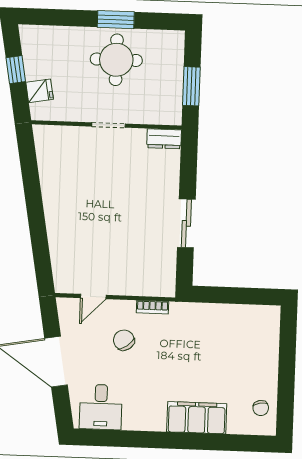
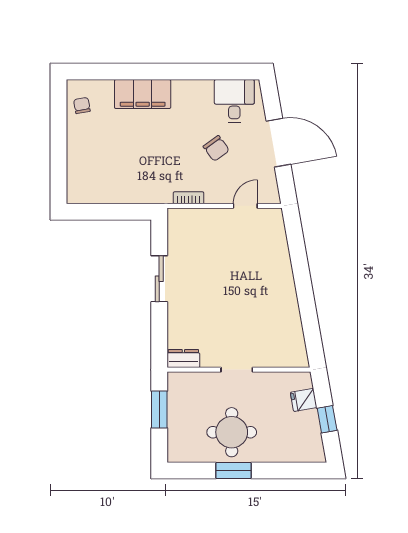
chair: (124, 340) -> (216, 148), moved

